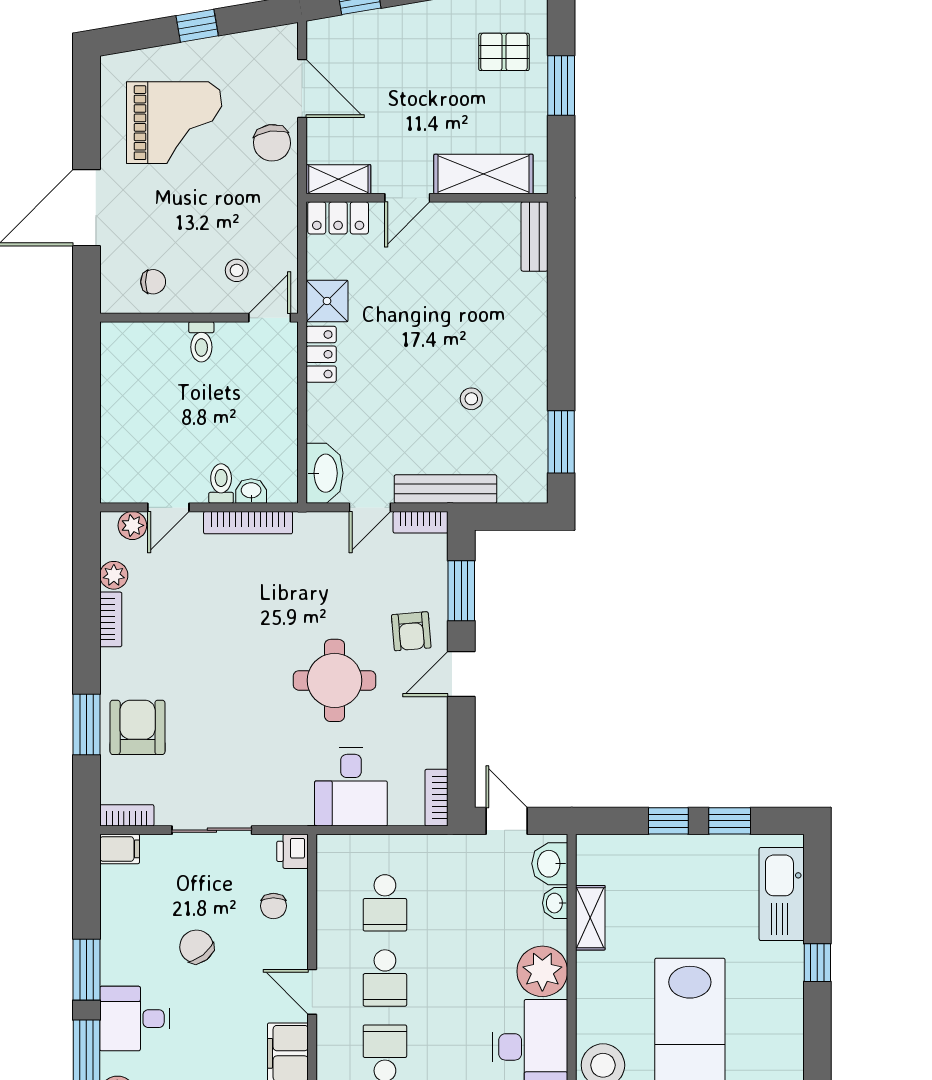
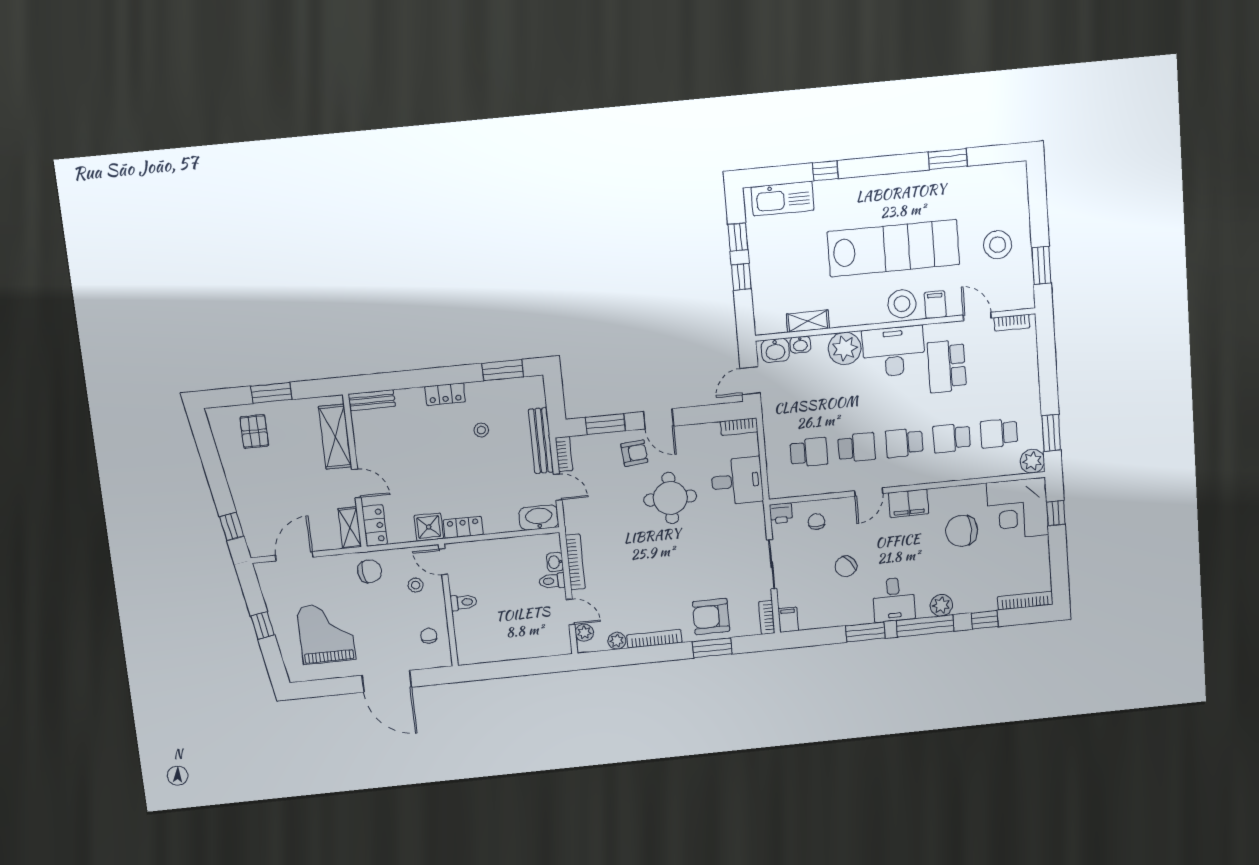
chair: (272, 143) -> (370, 571), moved
locker: (533, 349) -> (445, 394), added
bookcase: (111, 619) -> (654, 639), width x1.56
chair: (273, 906) -> (816, 522), turned -90

